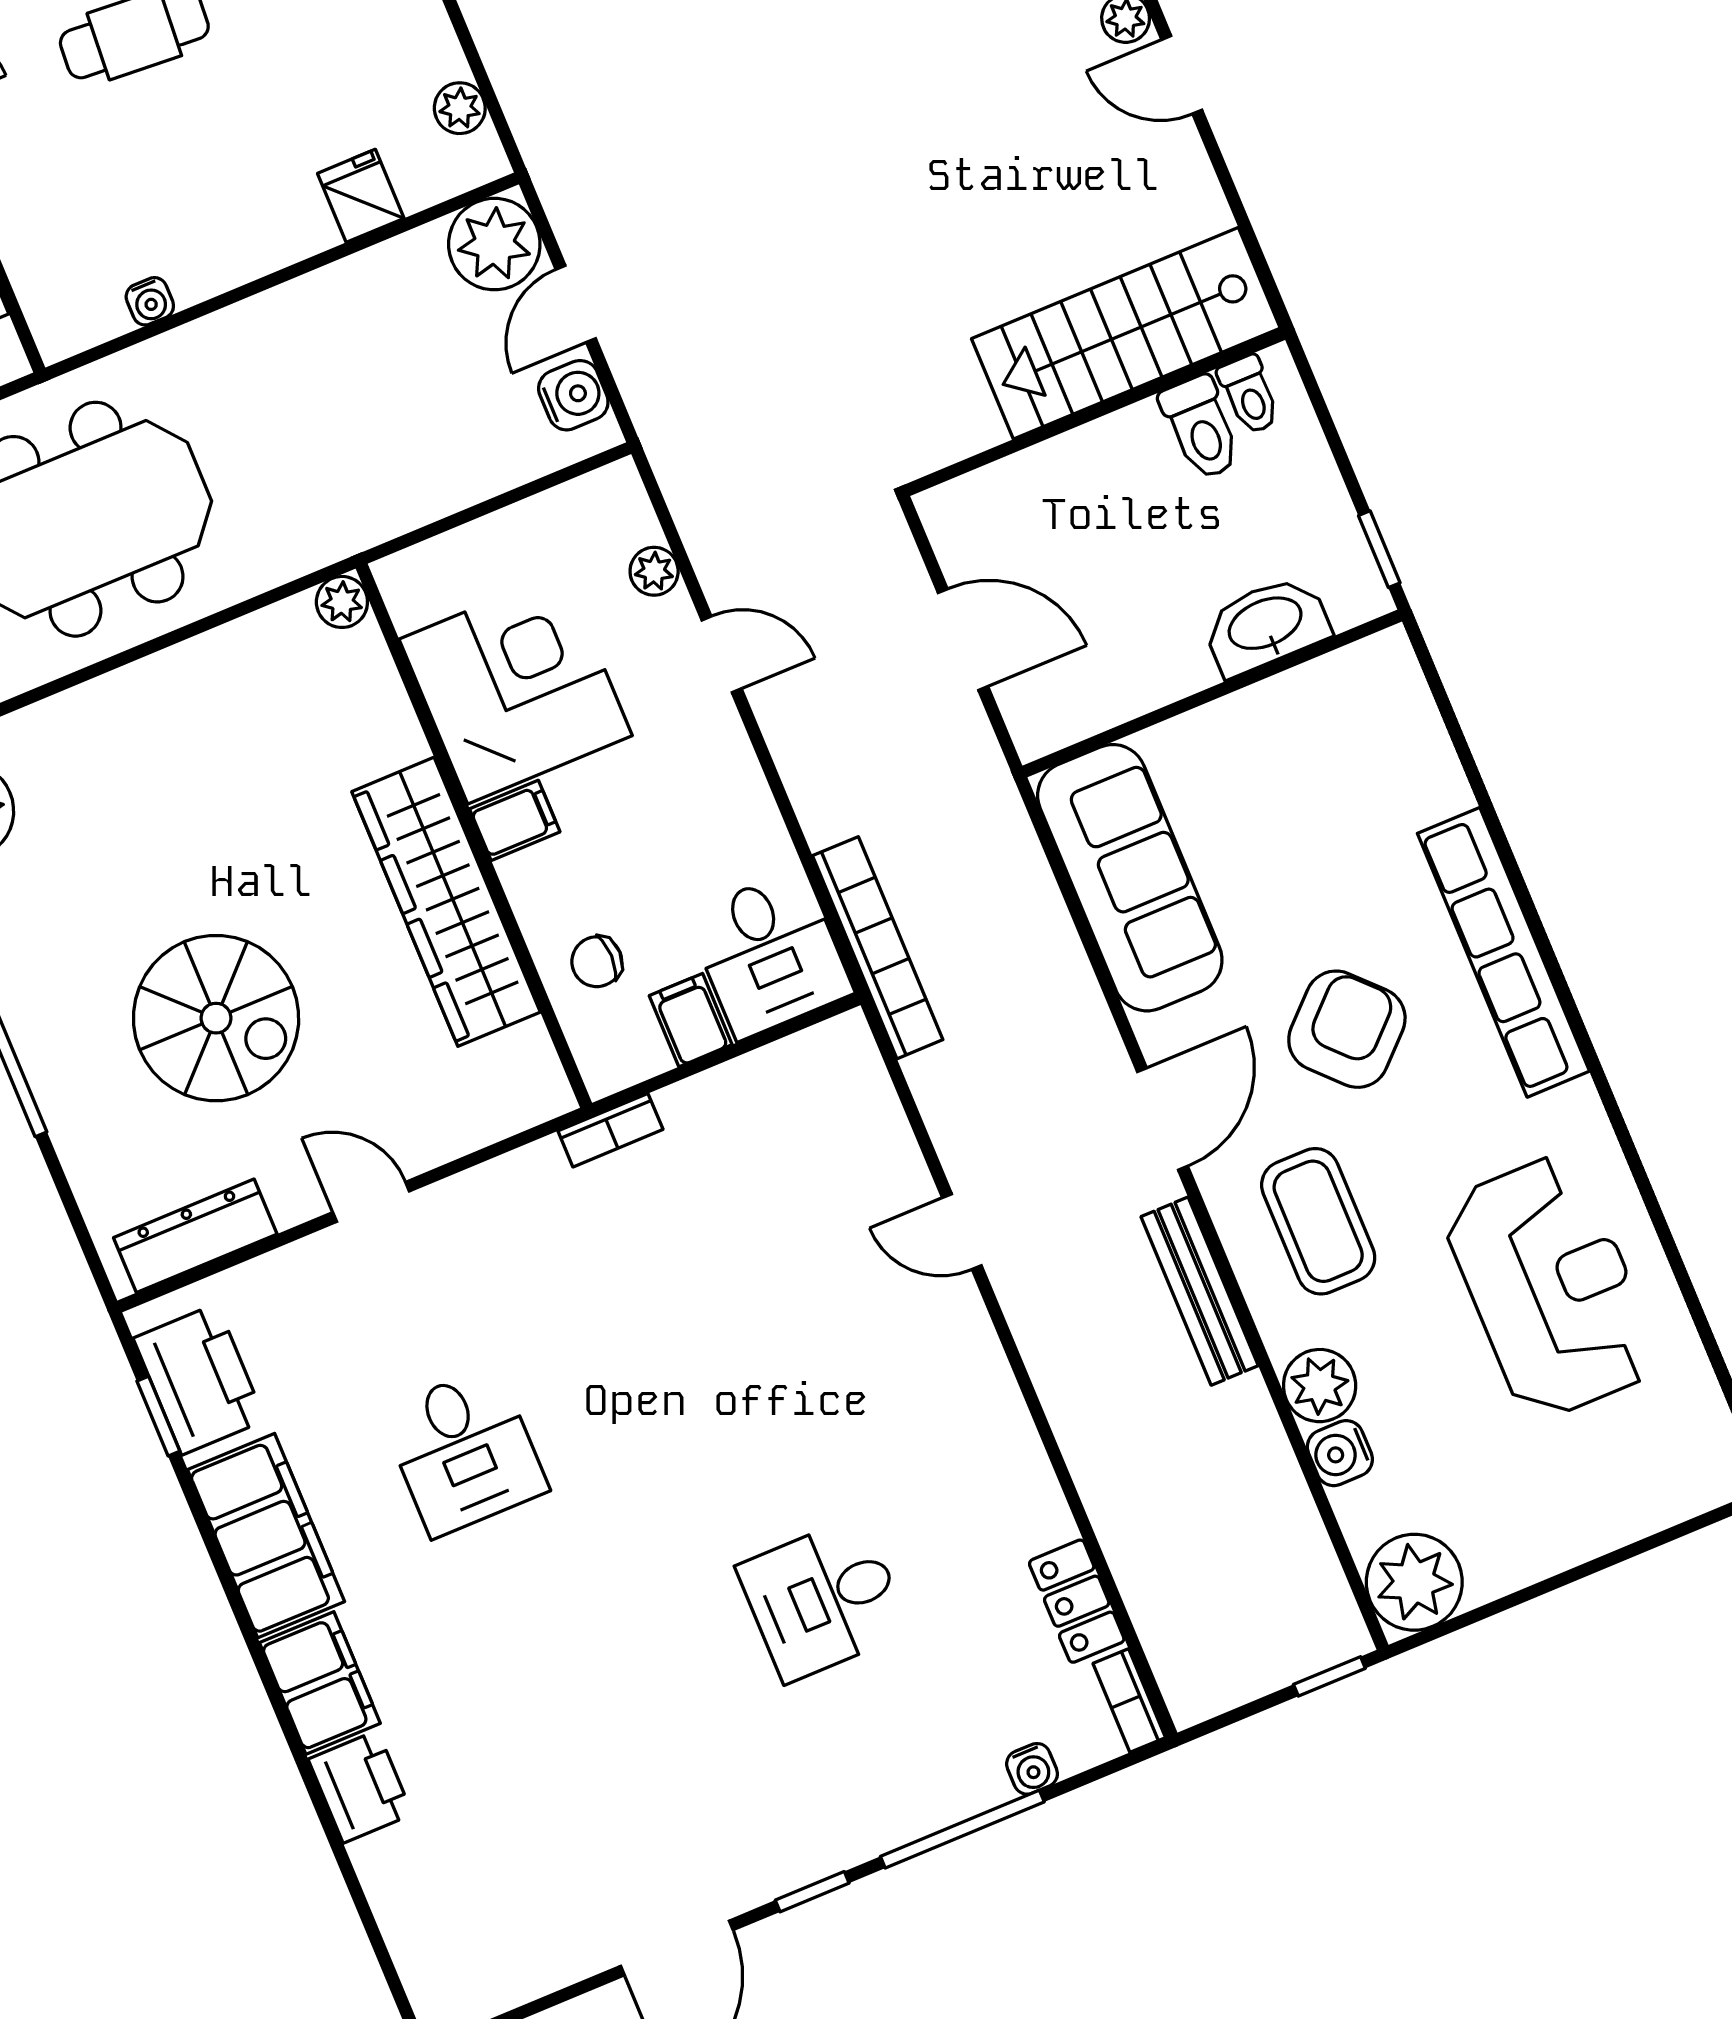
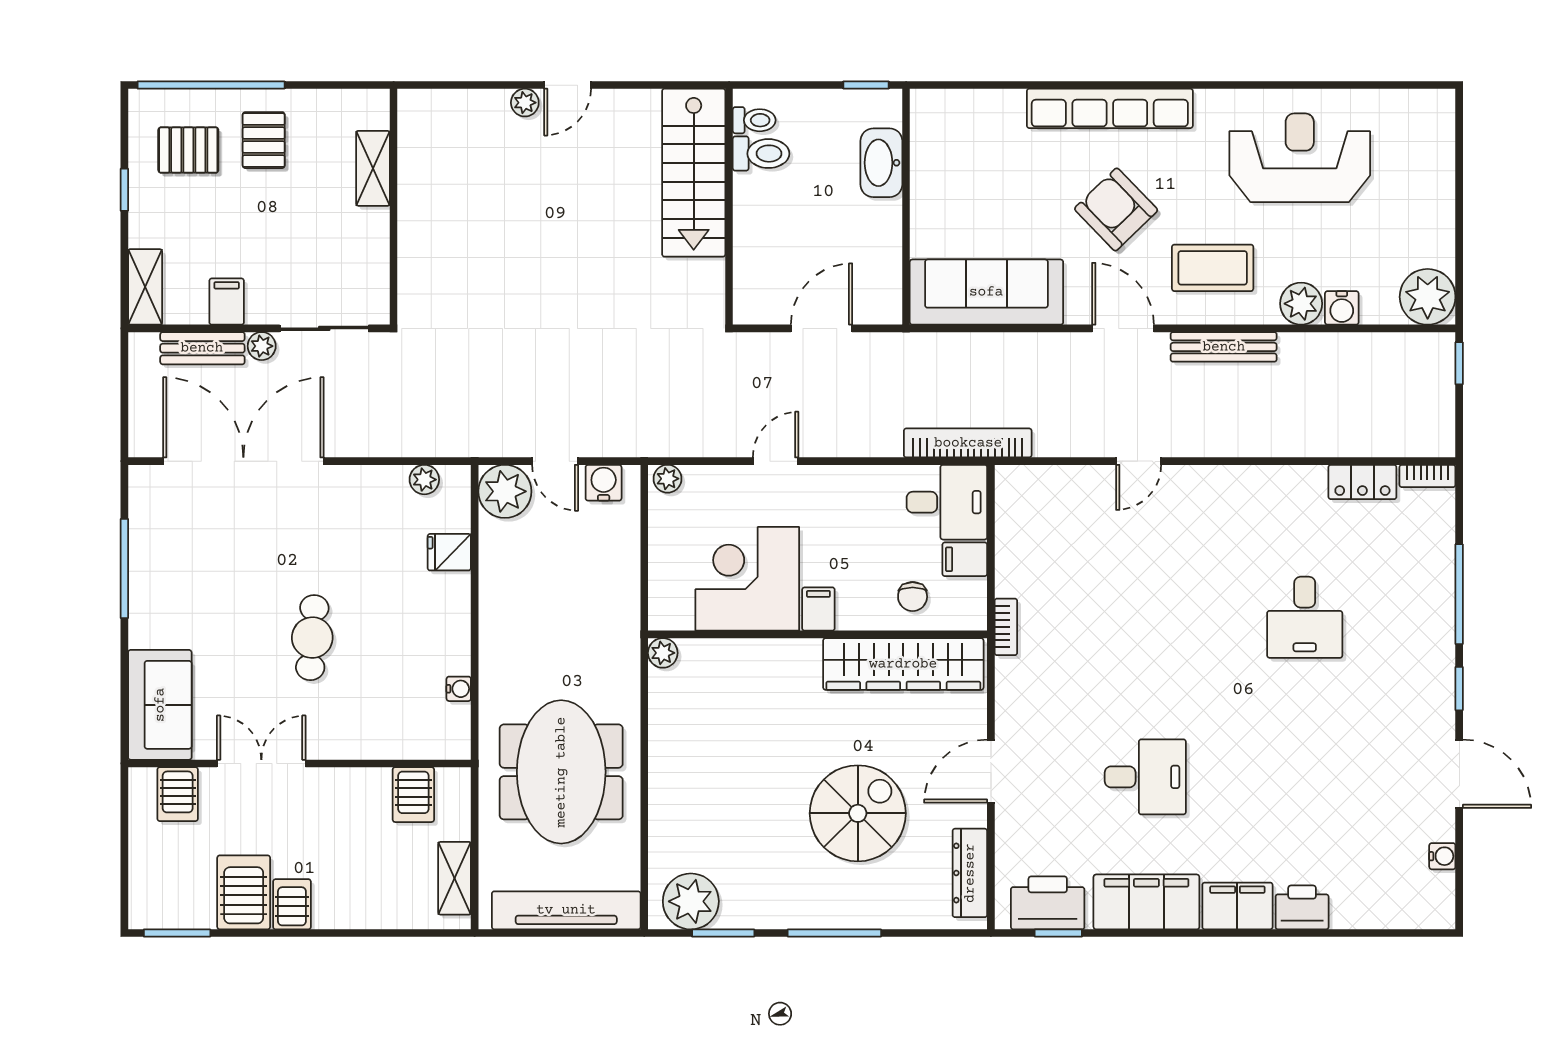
plant: (654, 571) -> (667, 479), moved
wardrobe: (446, 902) -> (903, 664), moved
door: (371, 1202) -> (991, 771), width x1.38
water cooler: (1032, 1769) -> (1442, 856), moved

